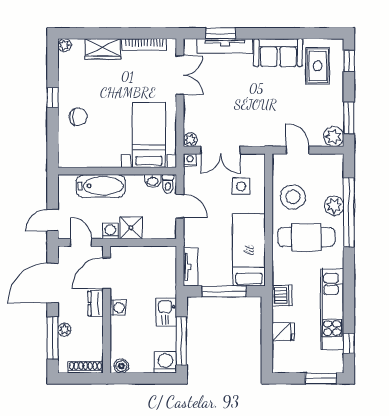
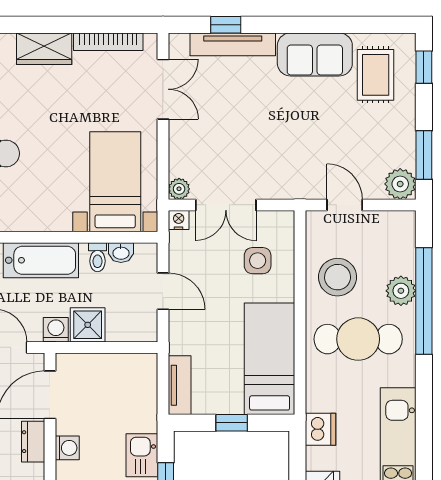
window: (221, 33) -> (226, 25), width x0.67
toilet: (168, 184) -> (97, 257), moved
window: (224, 291) -> (232, 423), width x0.46

